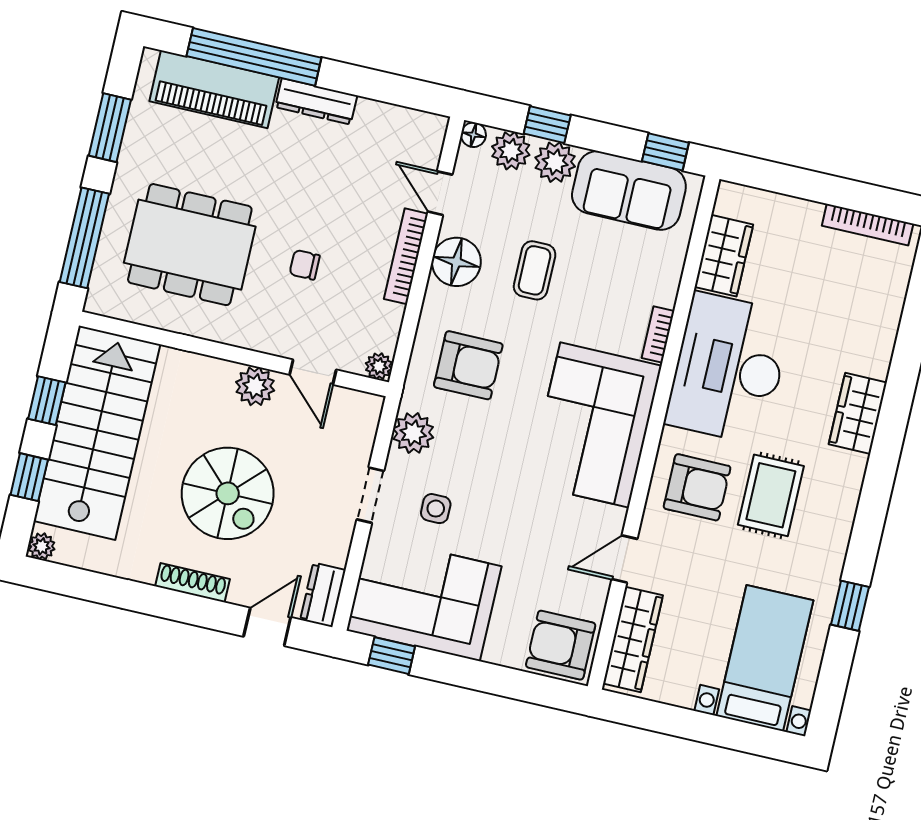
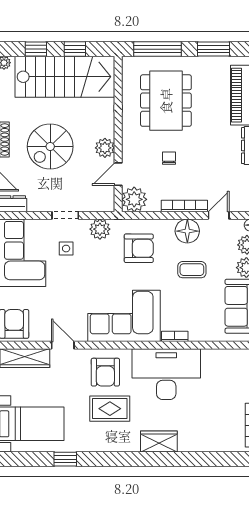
wardrobe: (724, 256) -> (220, 359), removed
armchair: (468, 365) -> (139, 248), turned -90
plant: (379, 366) -> (134, 199), width x1.88, depth x1.88

